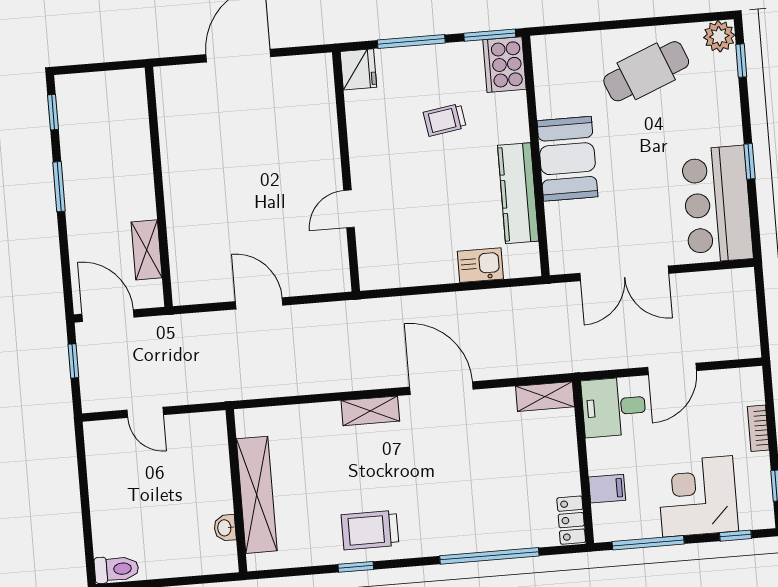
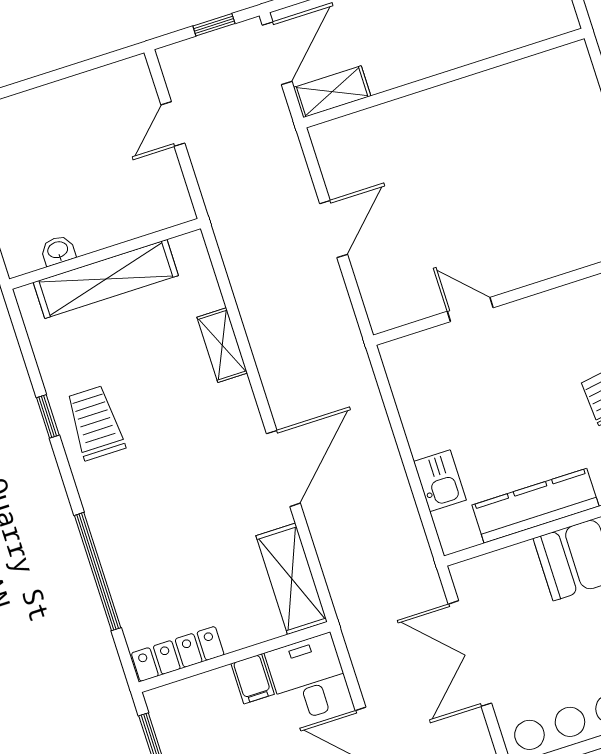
shelving: (147, 250) -> (332, 92), moved
shelving: (545, 397) -> (292, 579), width x1.50, depth x1.33
shelving: (370, 411) -> (222, 345), moved
filing cabinet: (607, 489) -> (253, 679), moved
locker: (571, 520) -> (178, 654), width x1.53

